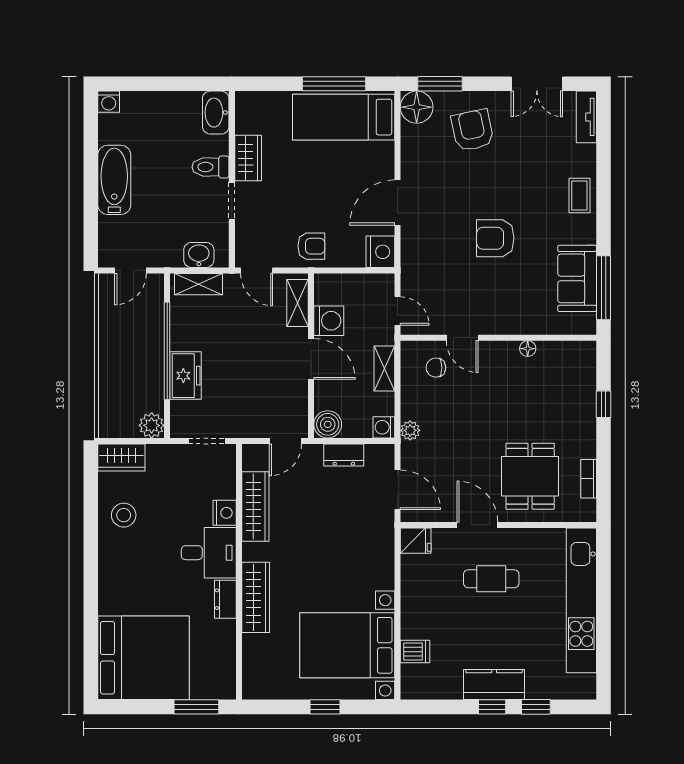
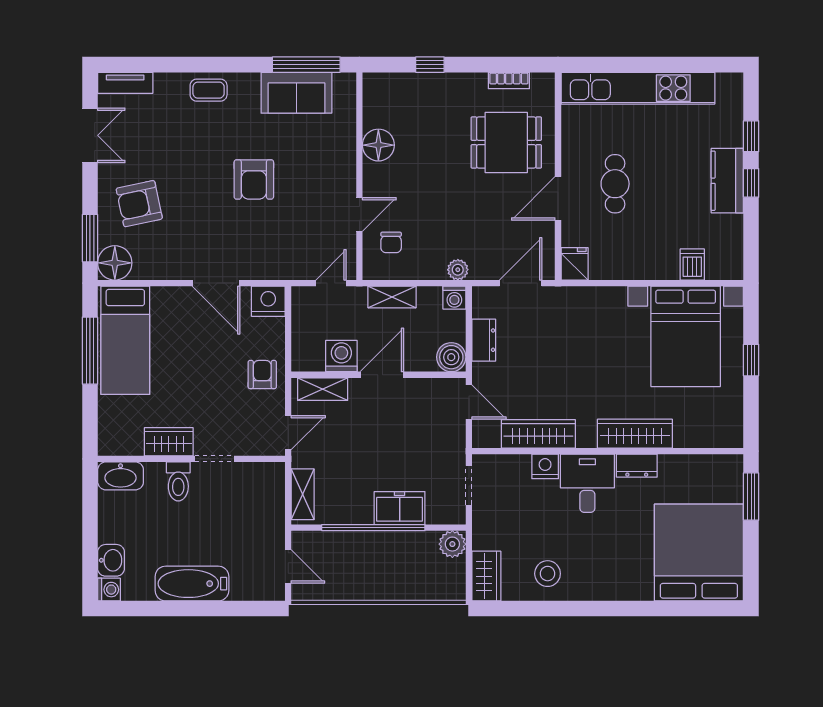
washbasin: (199, 255) -> (111, 560), moved, turned 180
floor lamp: (528, 349) -> (378, 145), width x1.89, depth x1.89

